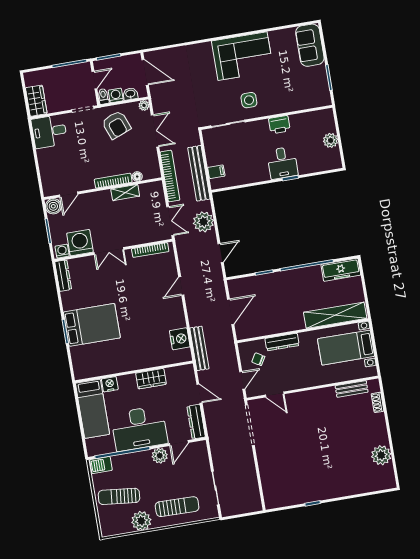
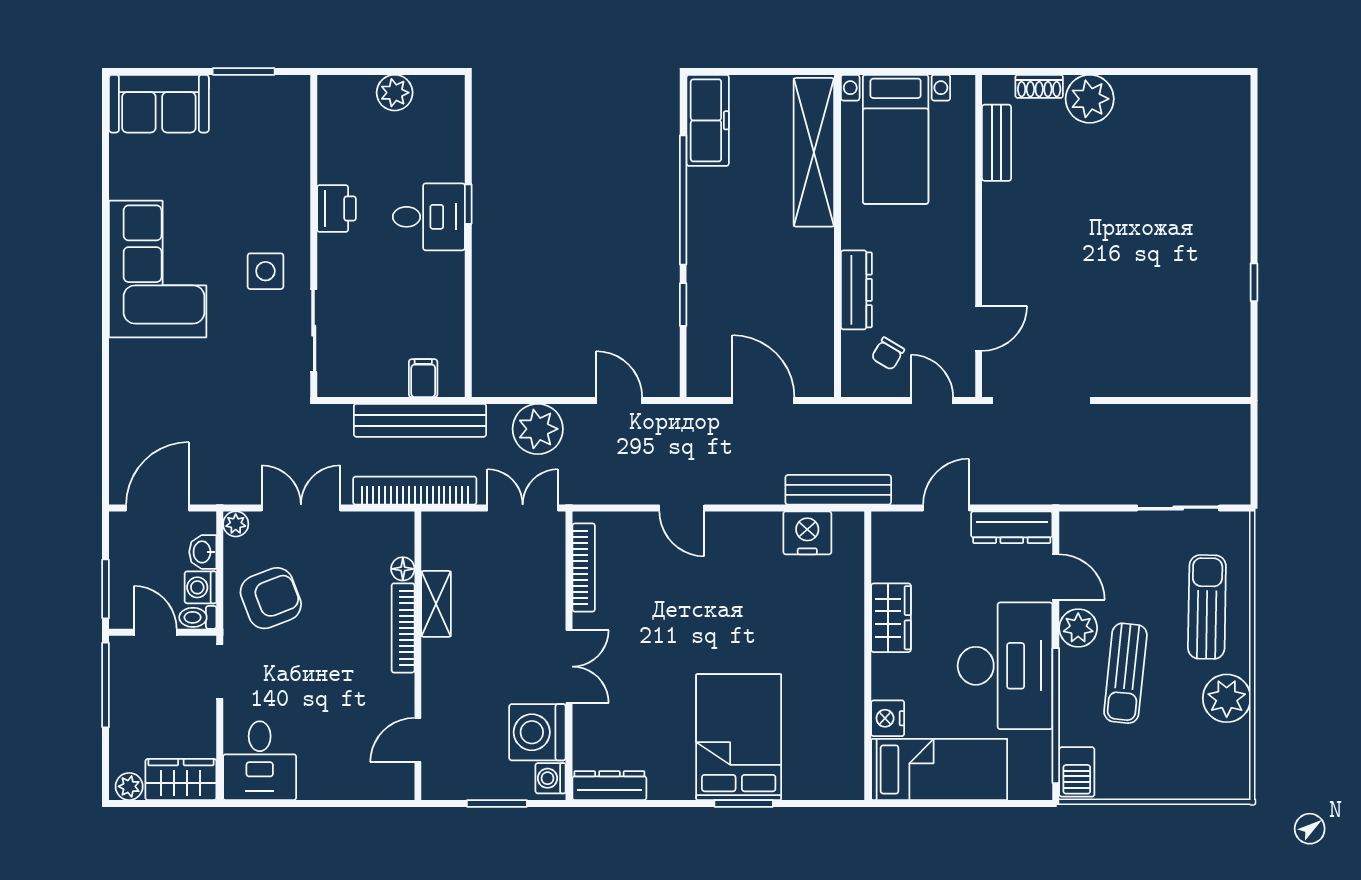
plant: (30, 80) -> (129, 786), added
door: (69, 194) -> (418, 740), swing flipped
boiler: (53, 206) -> (440, 781), removed
plant: (381, 455) -> (1090, 99), moved
sun lounger: (119, 496) -> (1125, 673), moved

